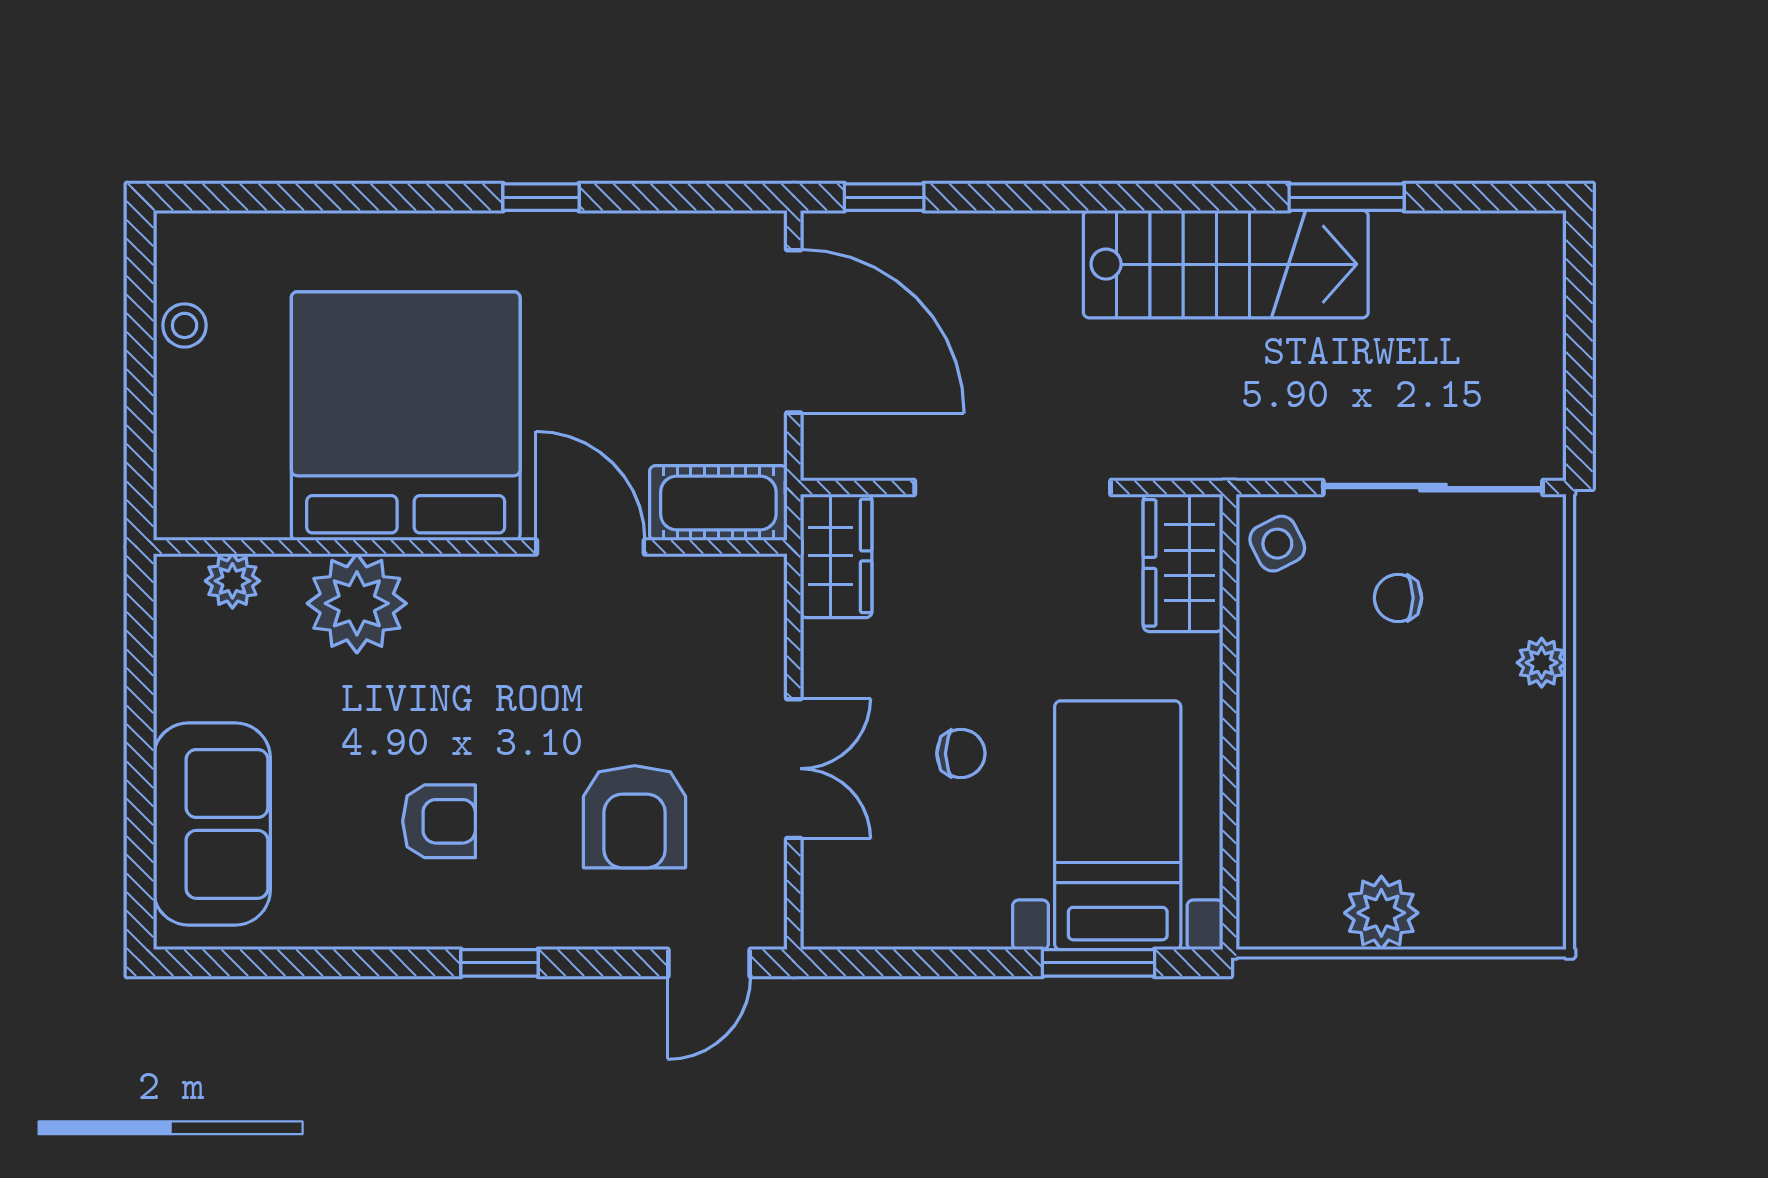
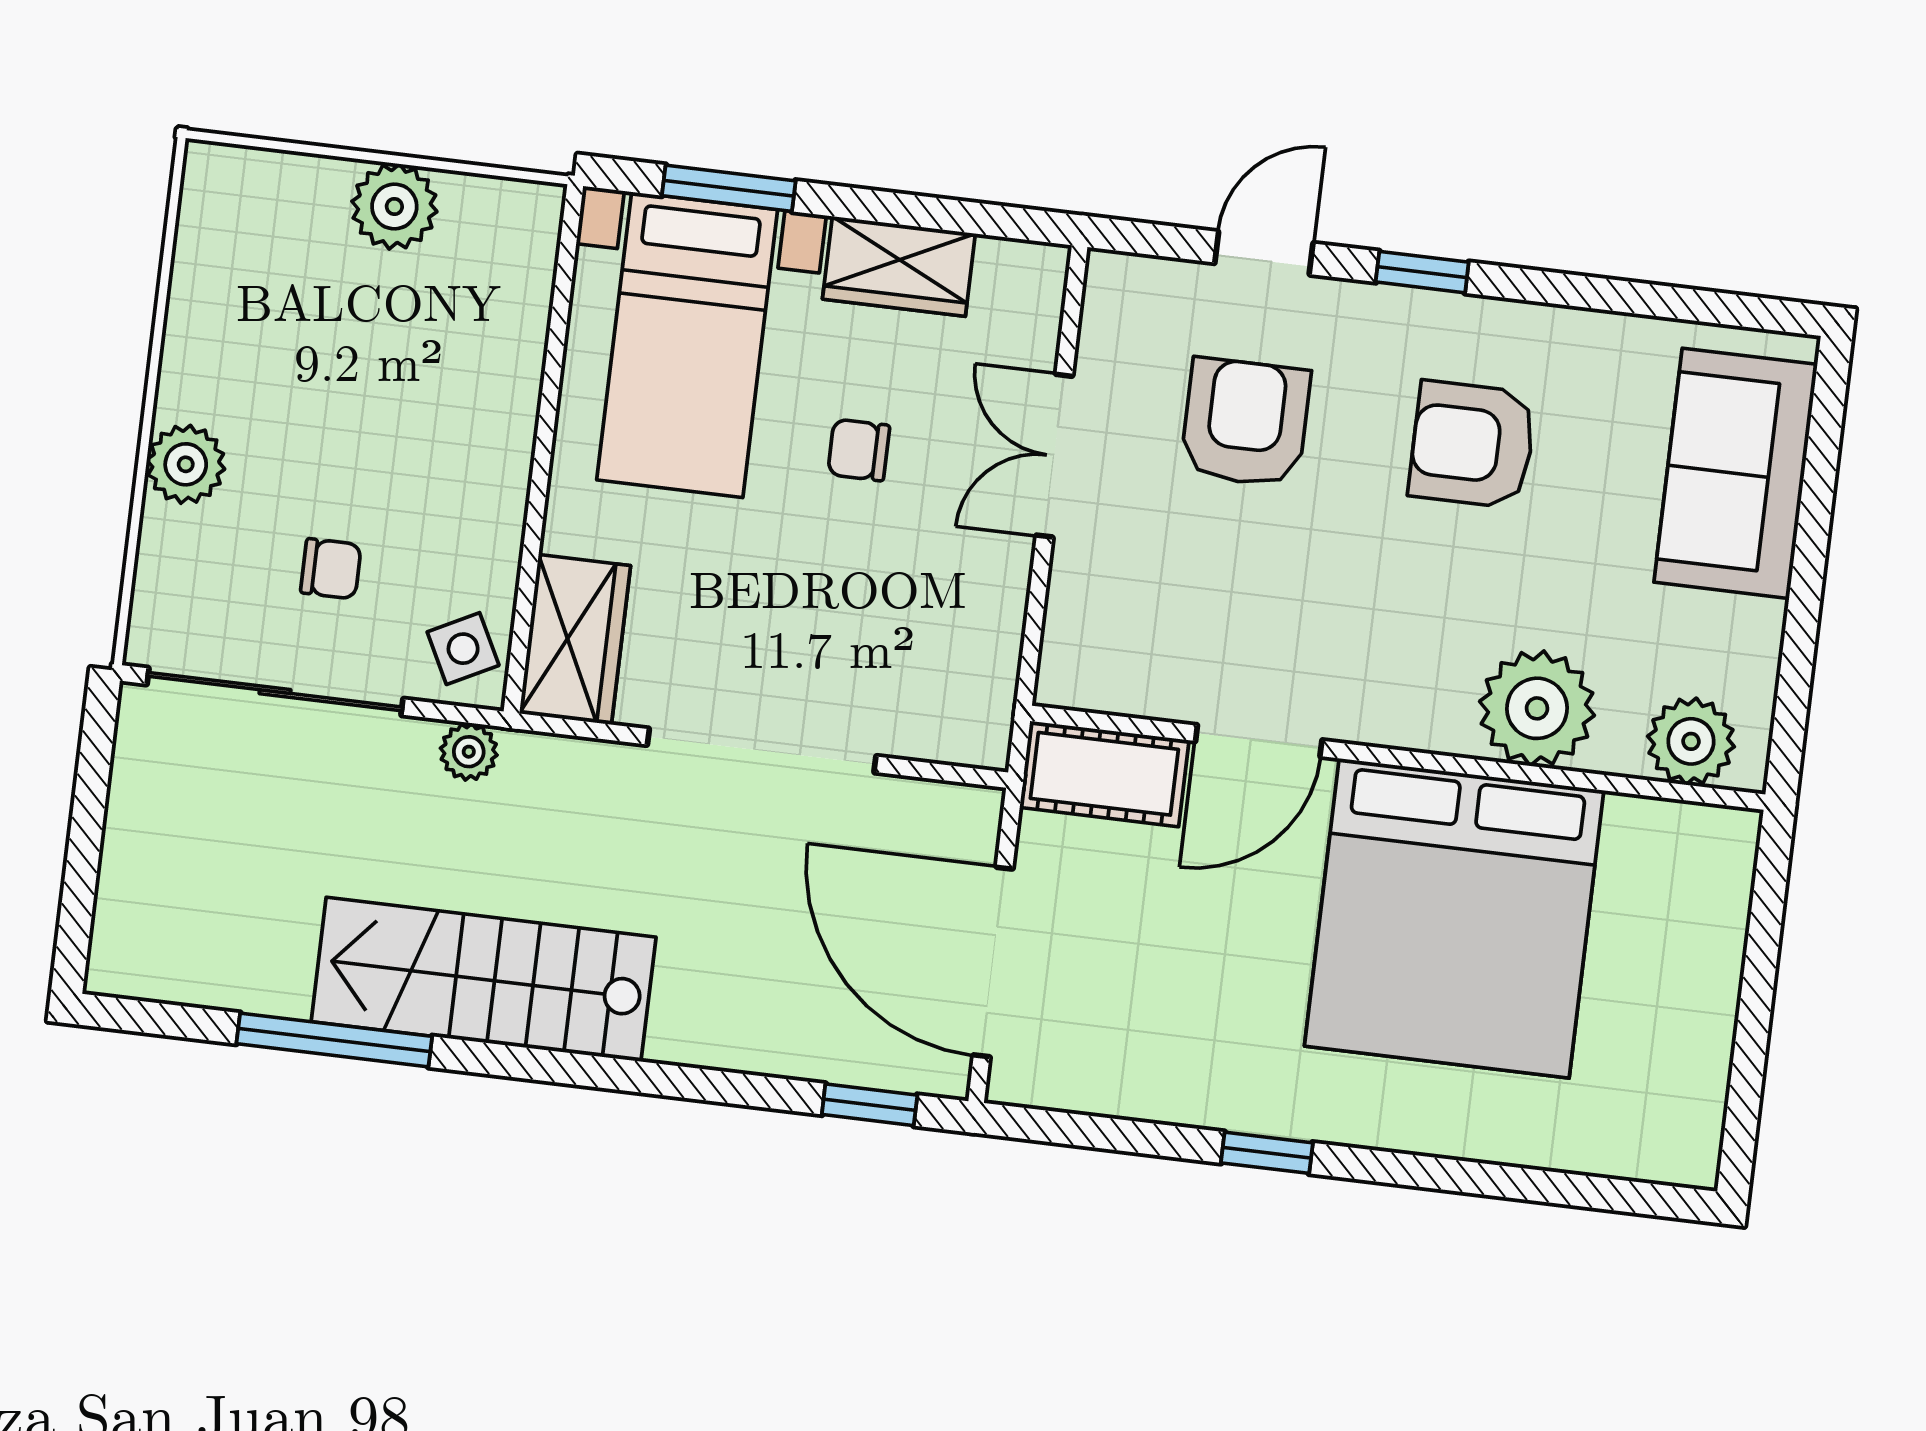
window: (1347, 197) -> (334, 1040), width x1.44
stool: (185, 325) -> (1697, 1054), removed
plant: (1262, 456) -> (469, 752), added
door: (590, 547) -> (1259, 741), hinge flipped
wardrobe: (836, 556) -> (899, 266), moved, turned -90
plant: (232, 581) -> (1691, 741), width x1.38, depth x1.38
plant: (1542, 663) -> (186, 464), width x1.38, depth x1.38
armchair: (439, 821) -> (1472, 445), width x1.38, depth x1.38
door: (709, 963) -> (1264, 253), moved

